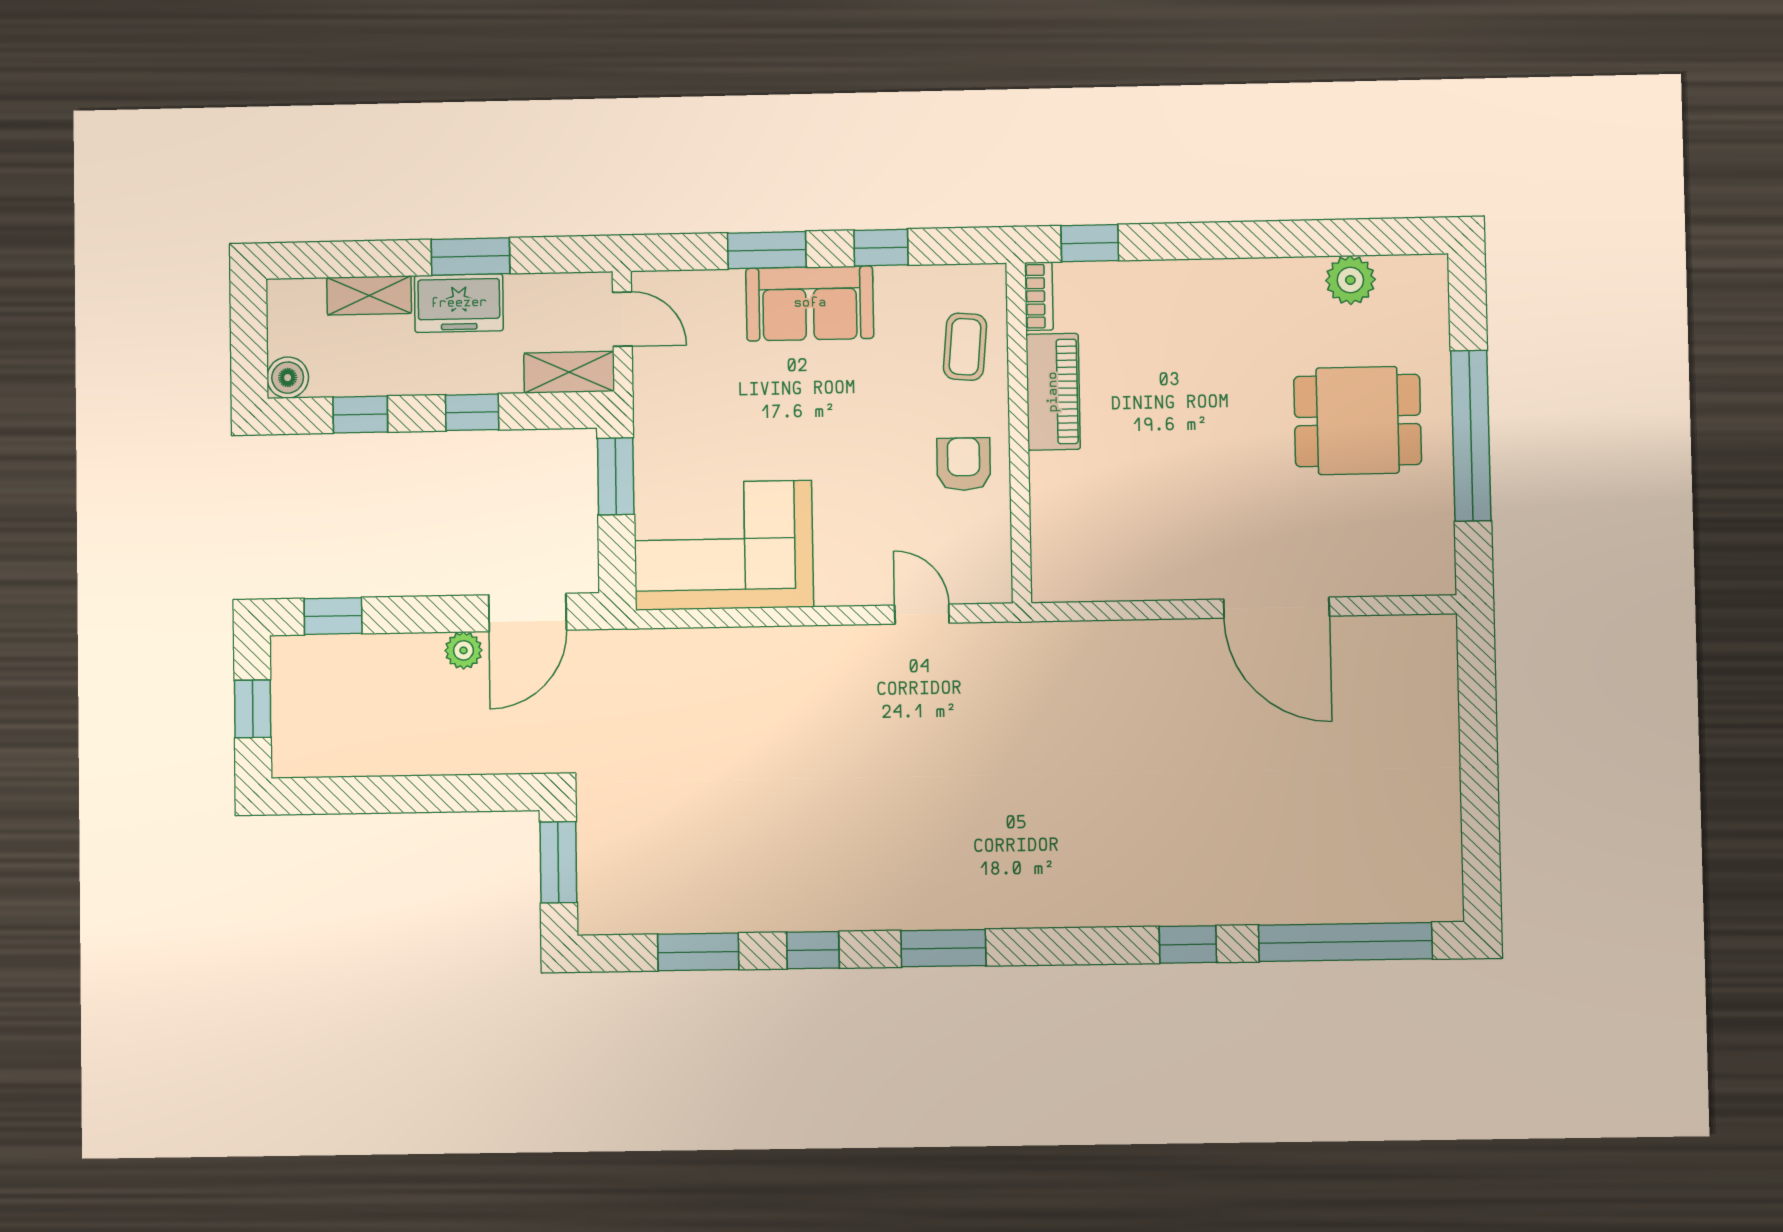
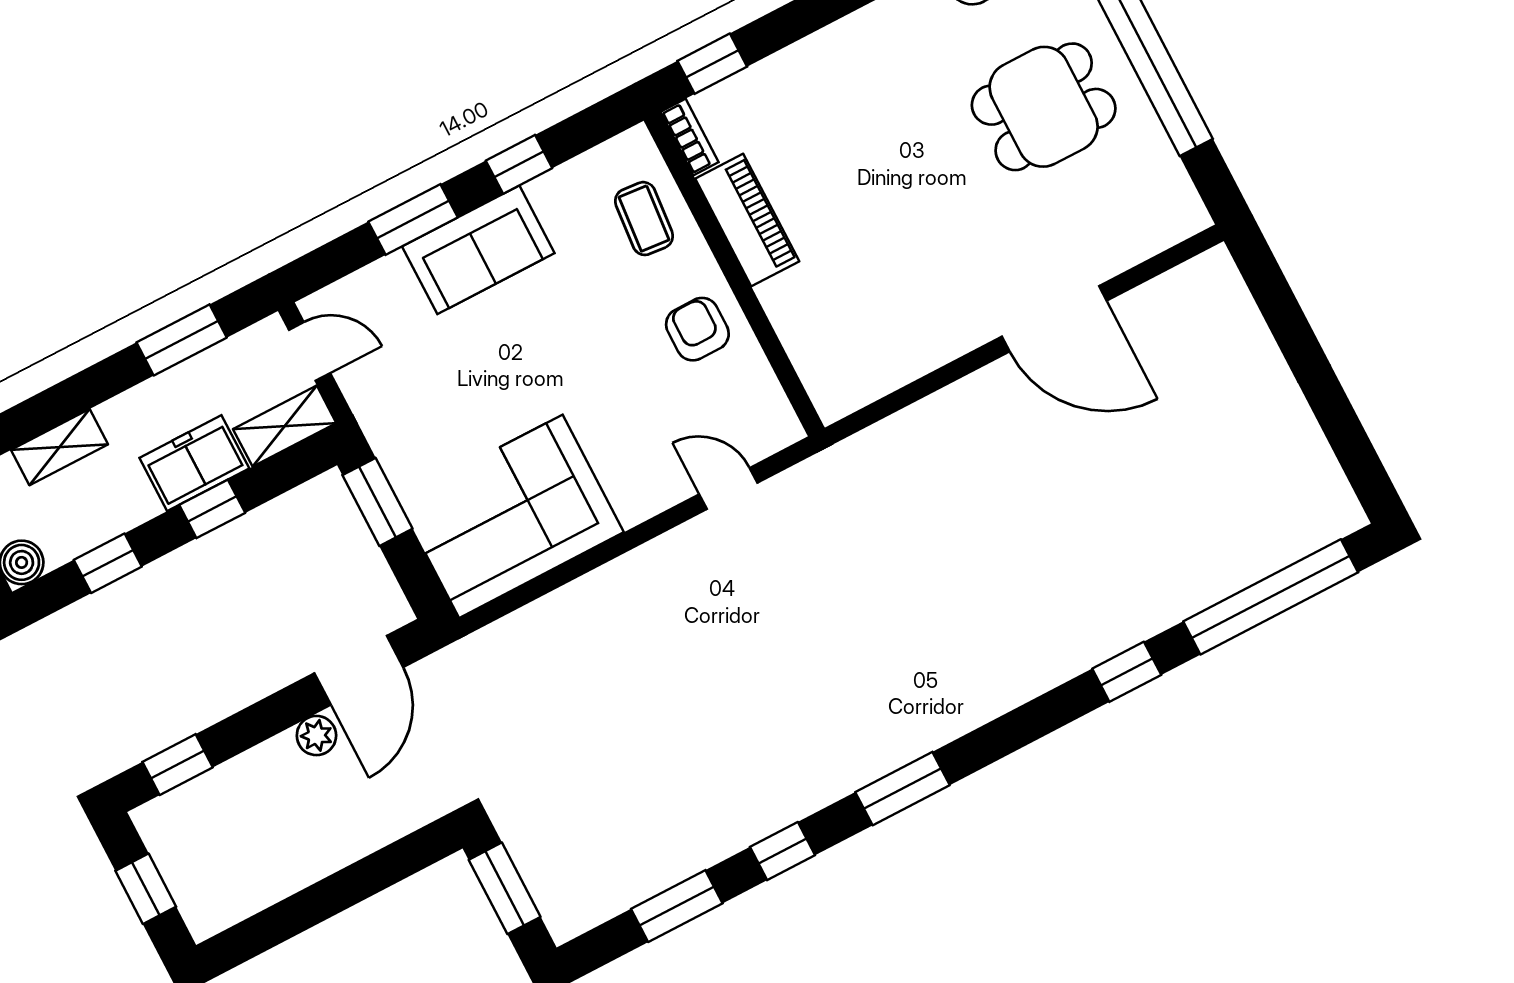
window: (471, 257) -> (182, 340), moved
freezer: (459, 303) -> (194, 463), moved, turned 180

